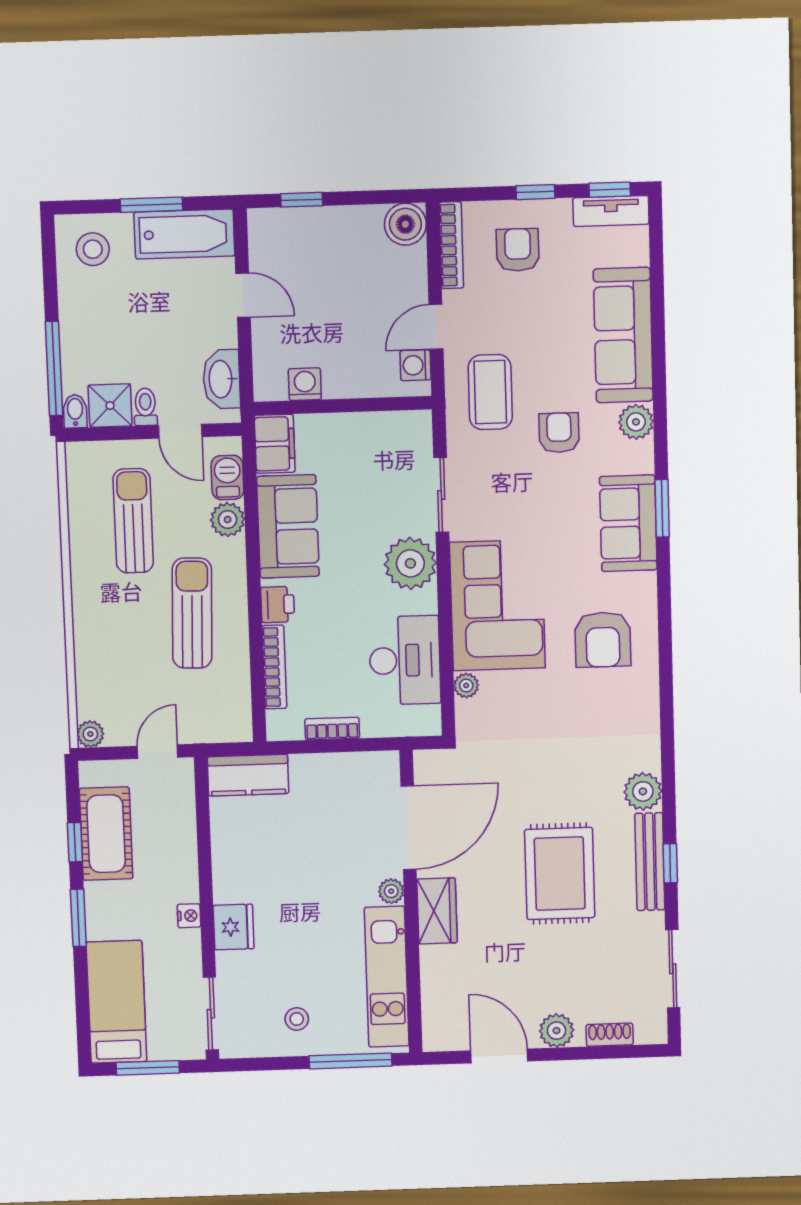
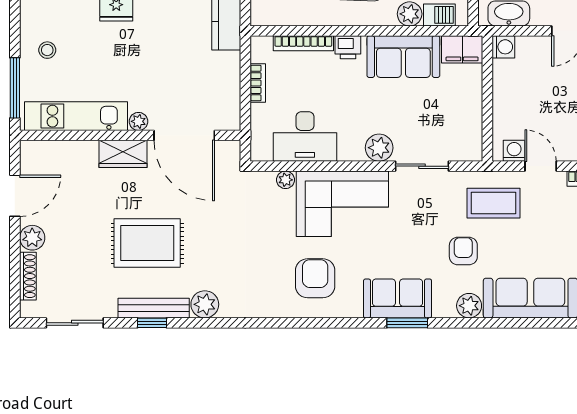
washing machine: (305, 384) -> (503, 47), moved
armchair: (559, 433) -> (463, 251), turned -90
plant: (410, 563) -> (379, 148), width x0.73, depth x0.73
armchair: (603, 640) -> (315, 278), turned 90
shoe rack: (610, 1035) -> (28, 276), width x1.43

